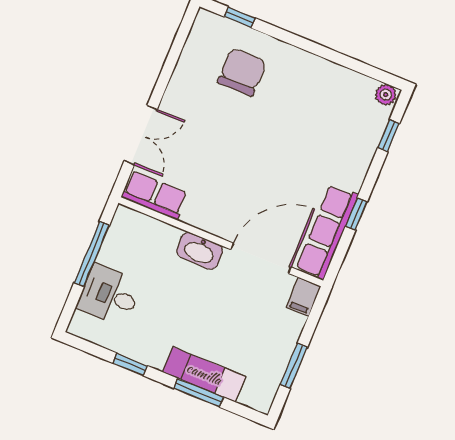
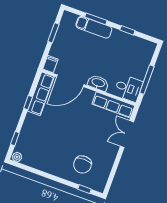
row of seats: (155, 195) -> (113, 105), width x1.48
desk: (109, 295) -> (128, 88), moved

